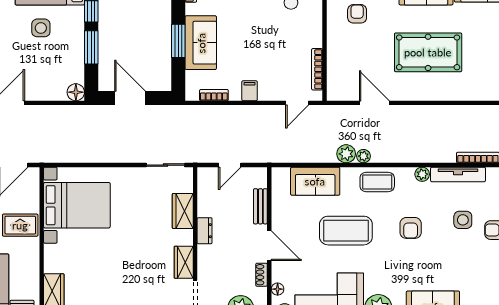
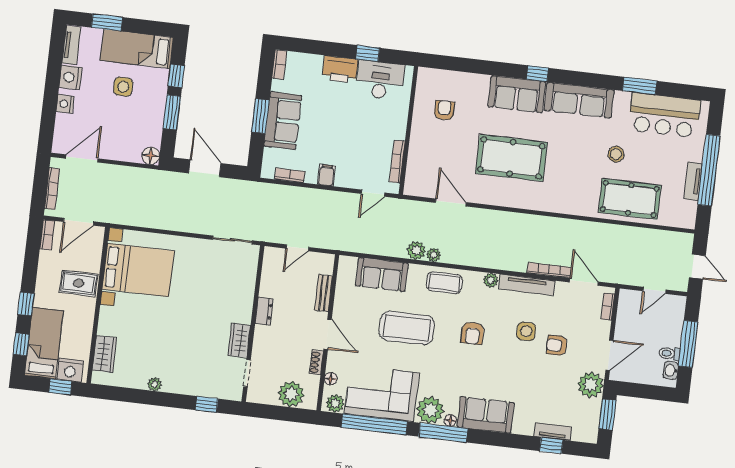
wardrobe: (183, 211) -> (244, 289), removed

